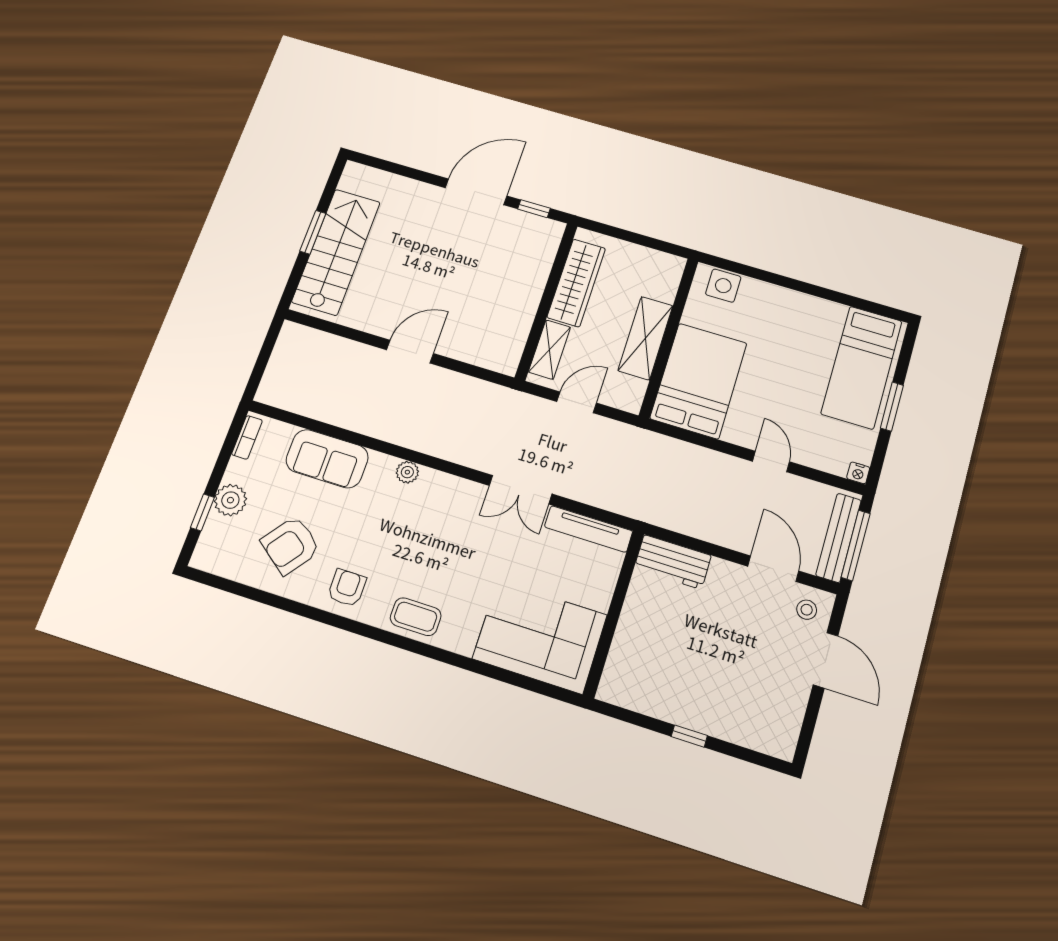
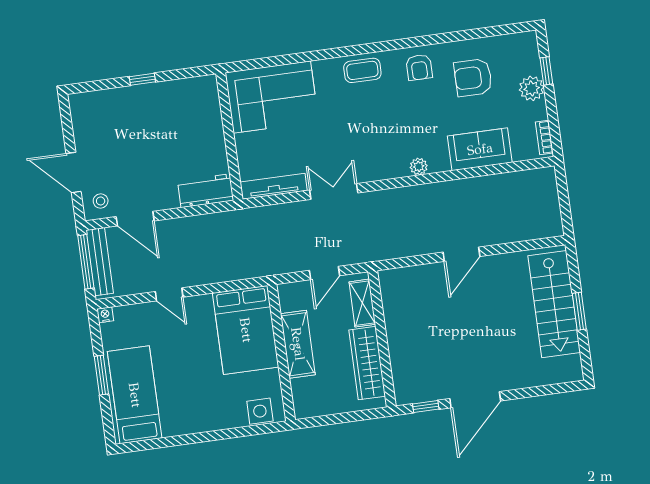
armchair: (291, 545) -> (473, 78), turned -127

